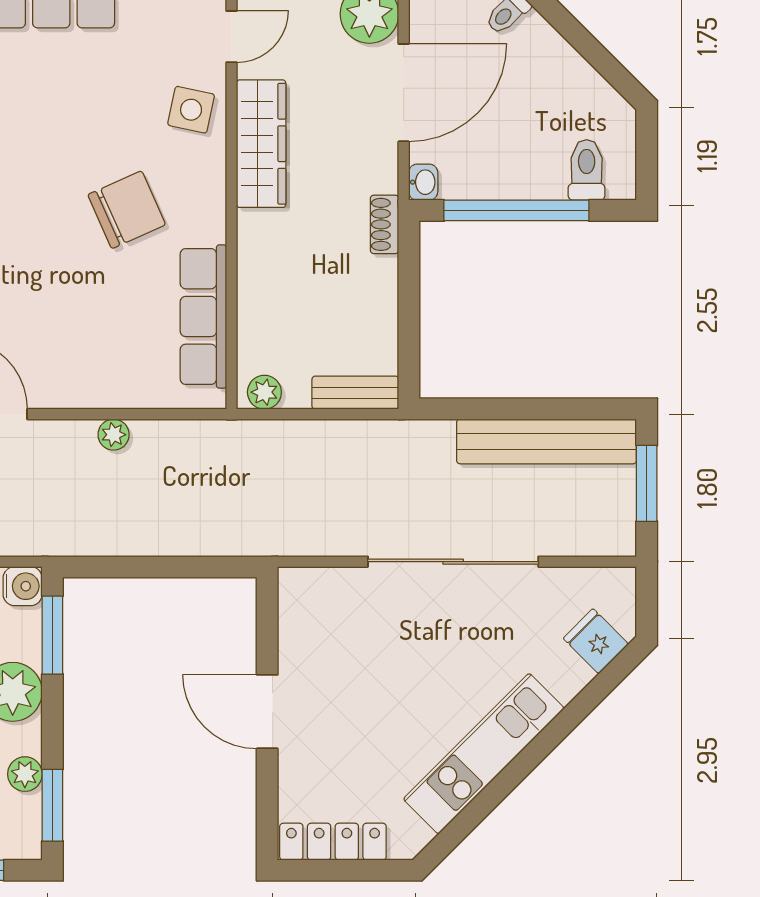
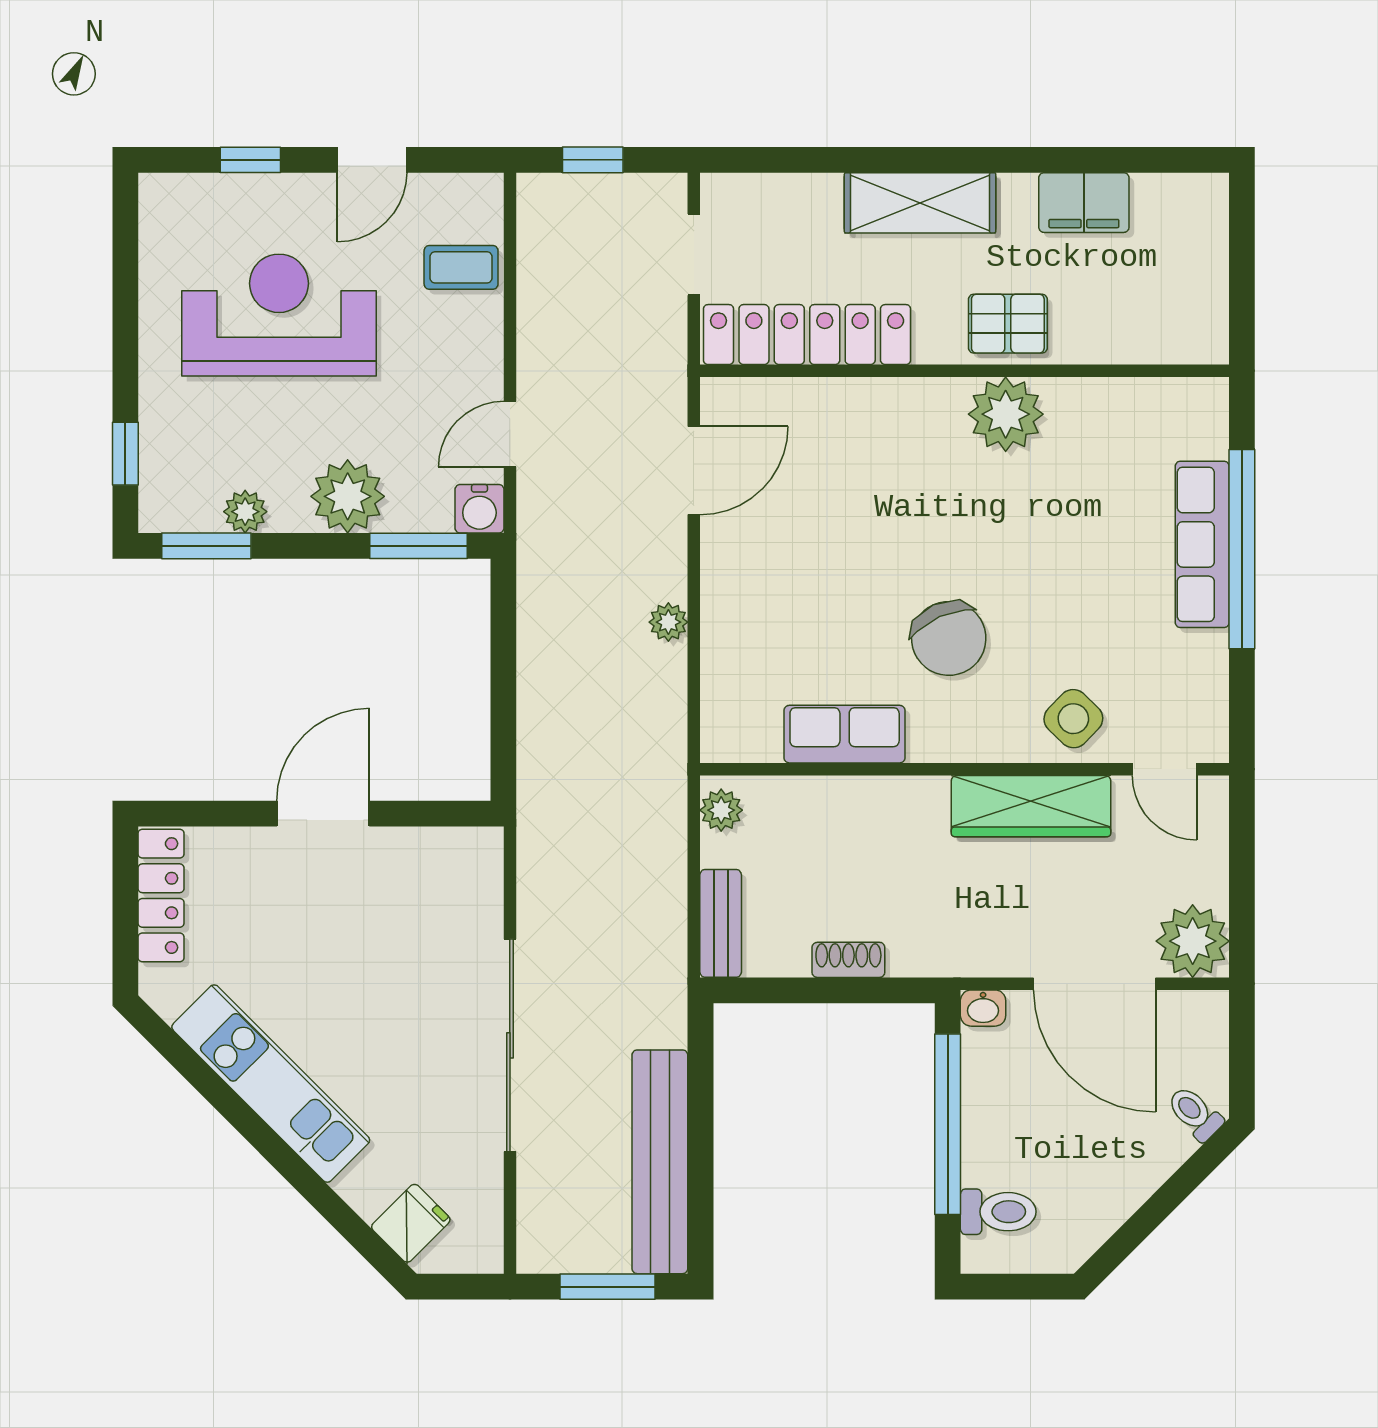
side table: (191, 110) -> (1073, 719), turned 32
shoe rack: (385, 224) -> (848, 960), moved
row of seats: (203, 316) -> (845, 734), width x0.68

